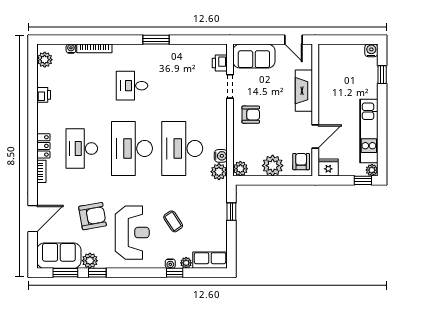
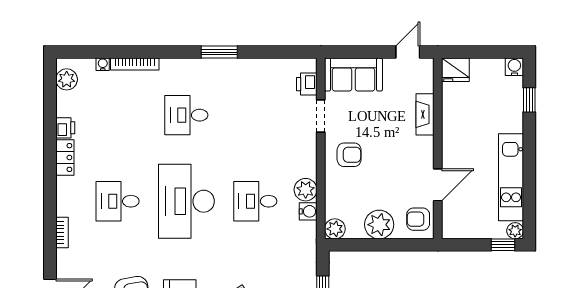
door: (293, 40) -> (408, 52), swing flipped
fireplace: (304, 91) -> (425, 114), width x0.73, depth x0.76
locker: (43, 146) -> (65, 158), moved
desk: (82, 148) -> (117, 201), width x0.73
desk: (182, 148) -> (255, 201), width x0.53, depth x0.77
armchair: (301, 162) -> (418, 219), turned -90
fridge: (328, 167) -> (455, 70), moved, turned 180
plant: (219, 172) -> (306, 190), moved

